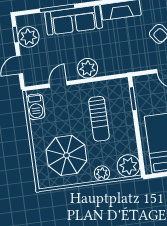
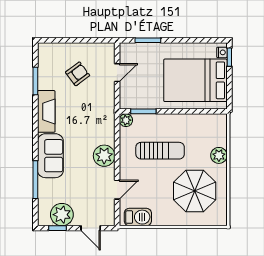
sofa: (74, 20) -> (50, 156), width x0.73
door: (58, 84) -> (117, 190), swing flipped
plant: (128, 166) -> (126, 120), moved, width x0.53, depth x0.53

